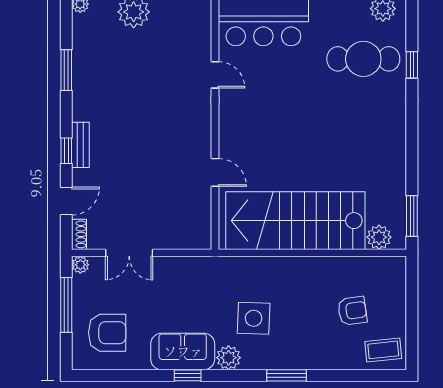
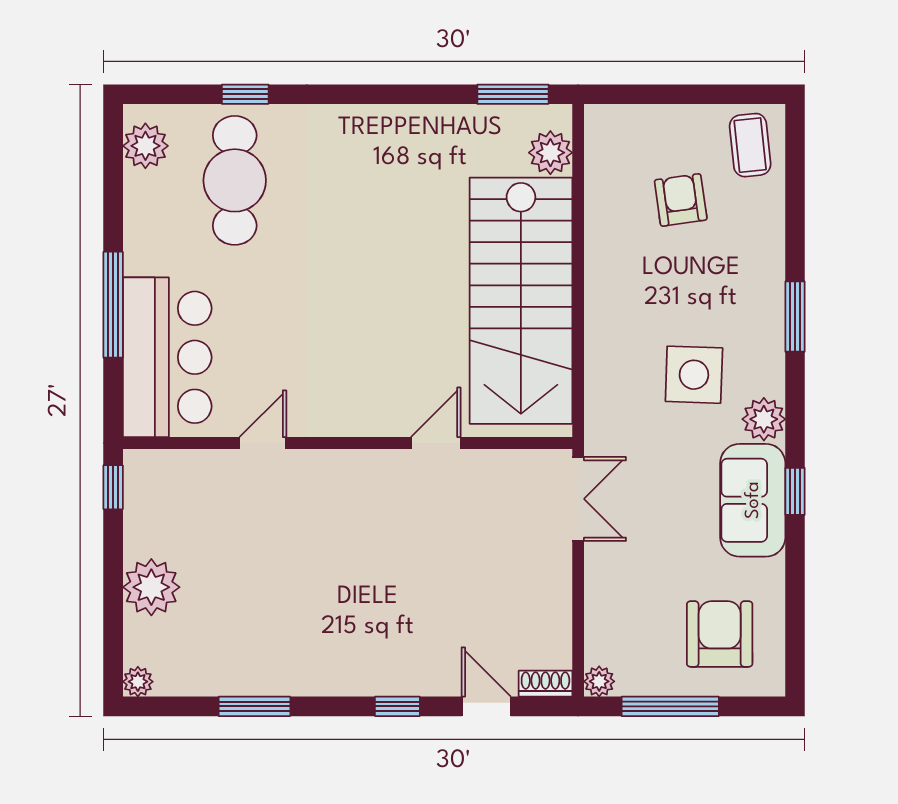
bench: (80, 145) -> (387, 681), removed
double door: (129, 253) -> (578, 499), moved

